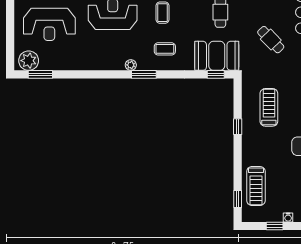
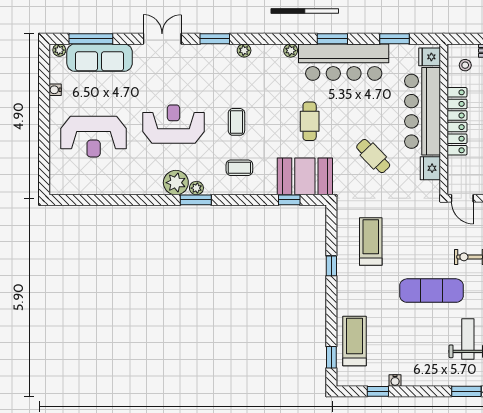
plant: (29, 61) -> (176, 183), moved
window: (40, 74) -> (82, 200), removed
window: (144, 74) -> (196, 200), moved
window: (216, 74) -> (289, 200), moved
treadmill: (256, 186) -> (354, 341), turned 180

